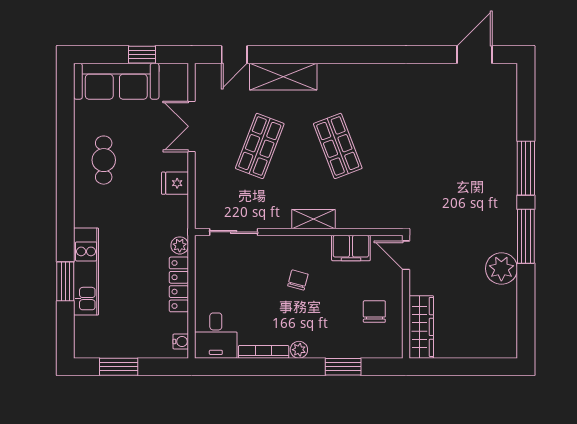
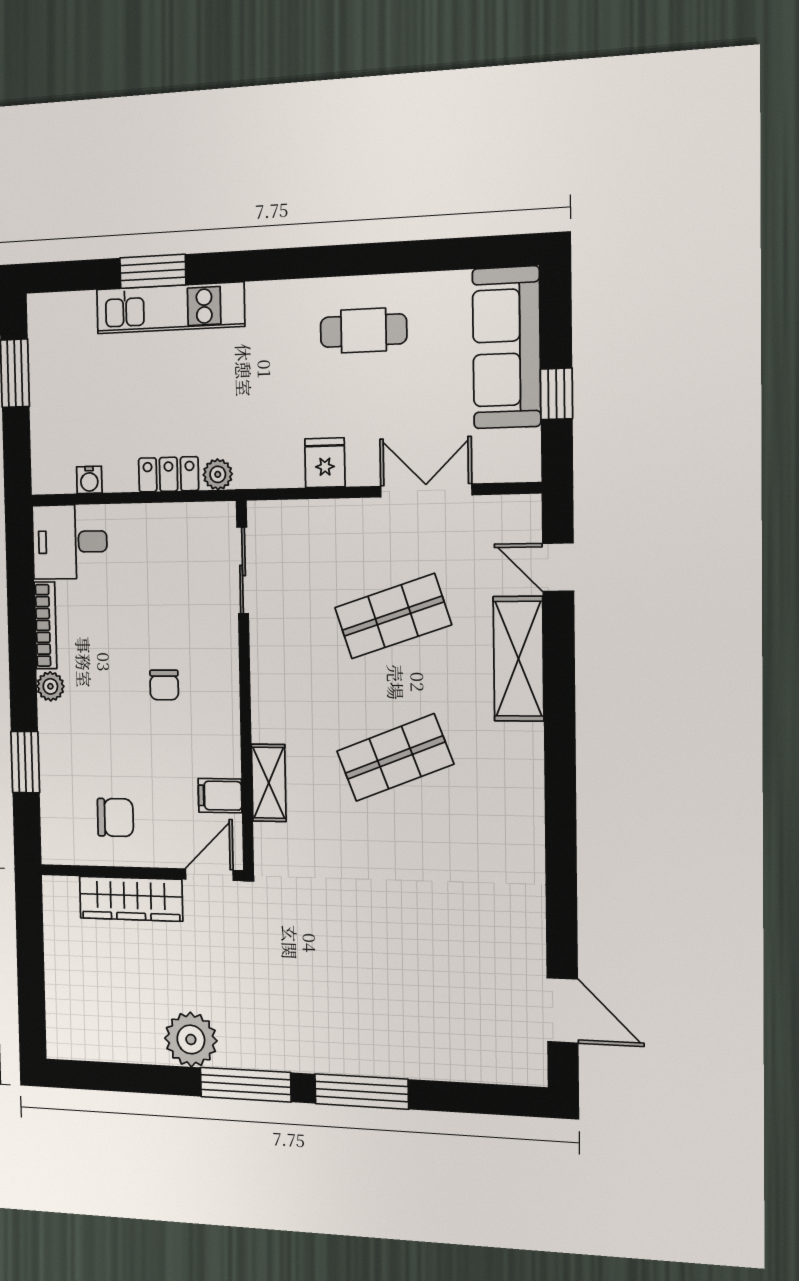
shop shelf: (260, 146) -> (393, 616), turned -39
shelving: (313, 219) -> (269, 783), moved
filing cabinet: (351, 248) -> (220, 796), width x0.50
chair: (298, 280) -> (164, 685), turned 75
locker: (179, 284) -> (169, 474), width x0.66
wardrobe: (421, 327) -> (131, 899), moved
water cooler: (181, 341) -> (89, 480), moved

